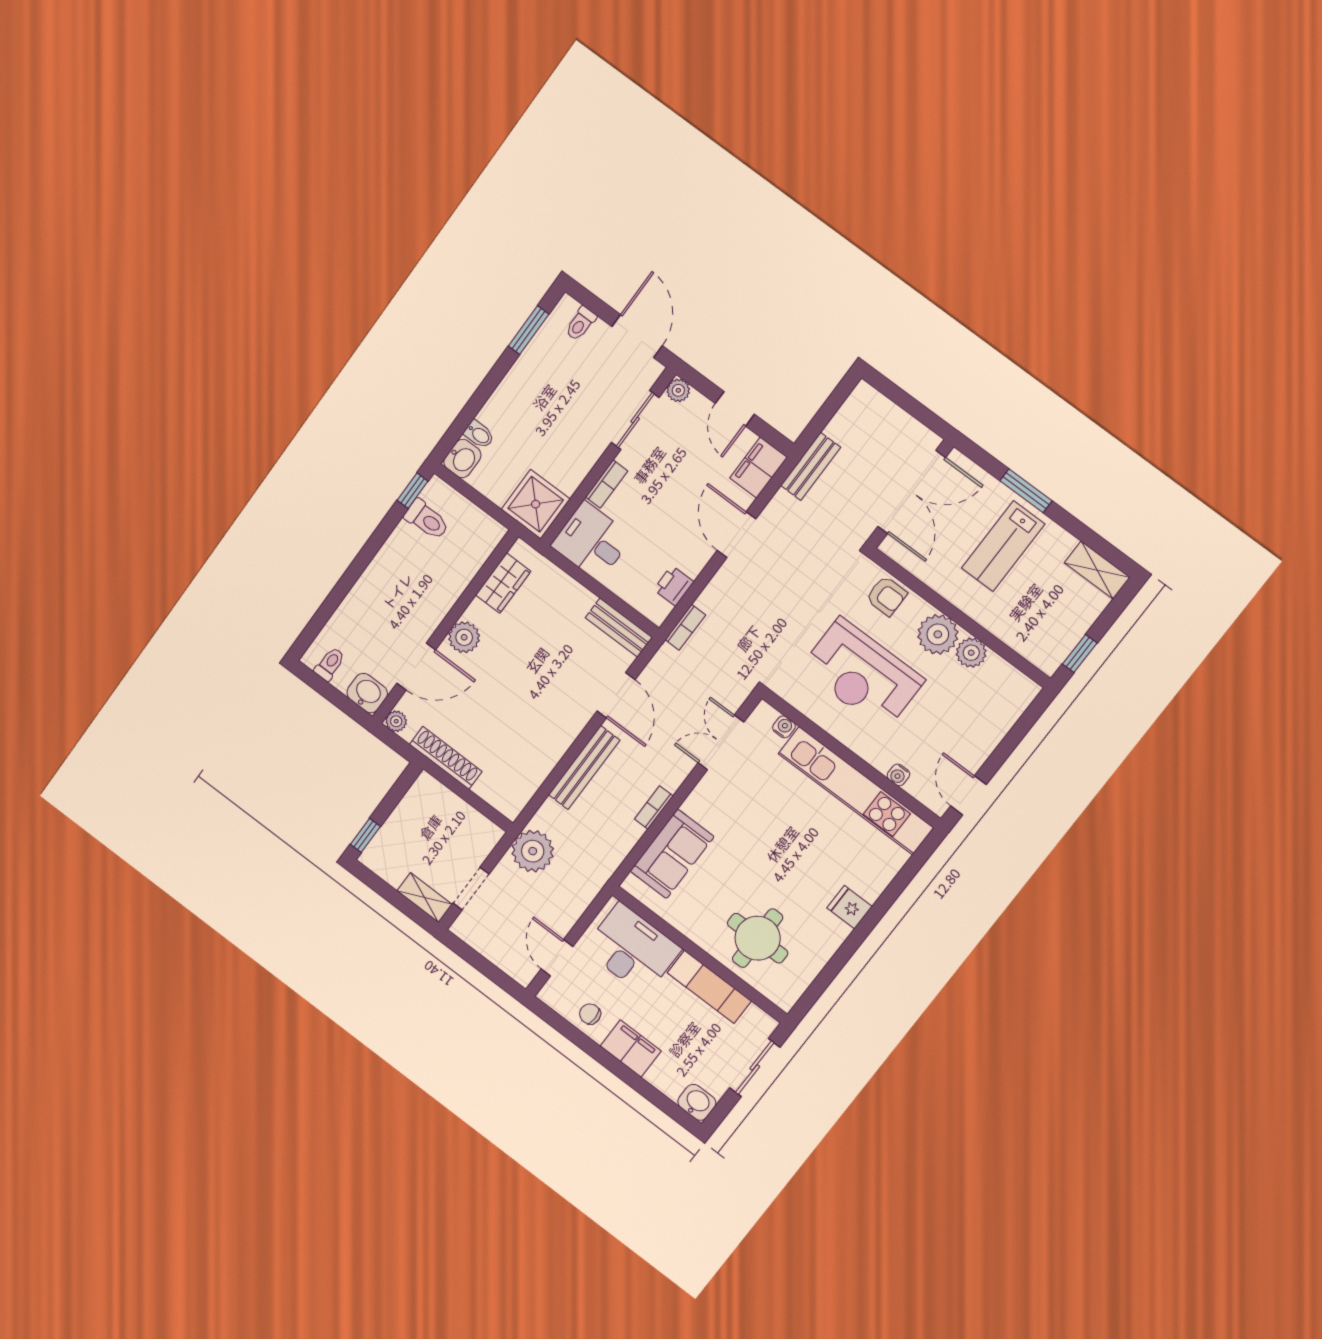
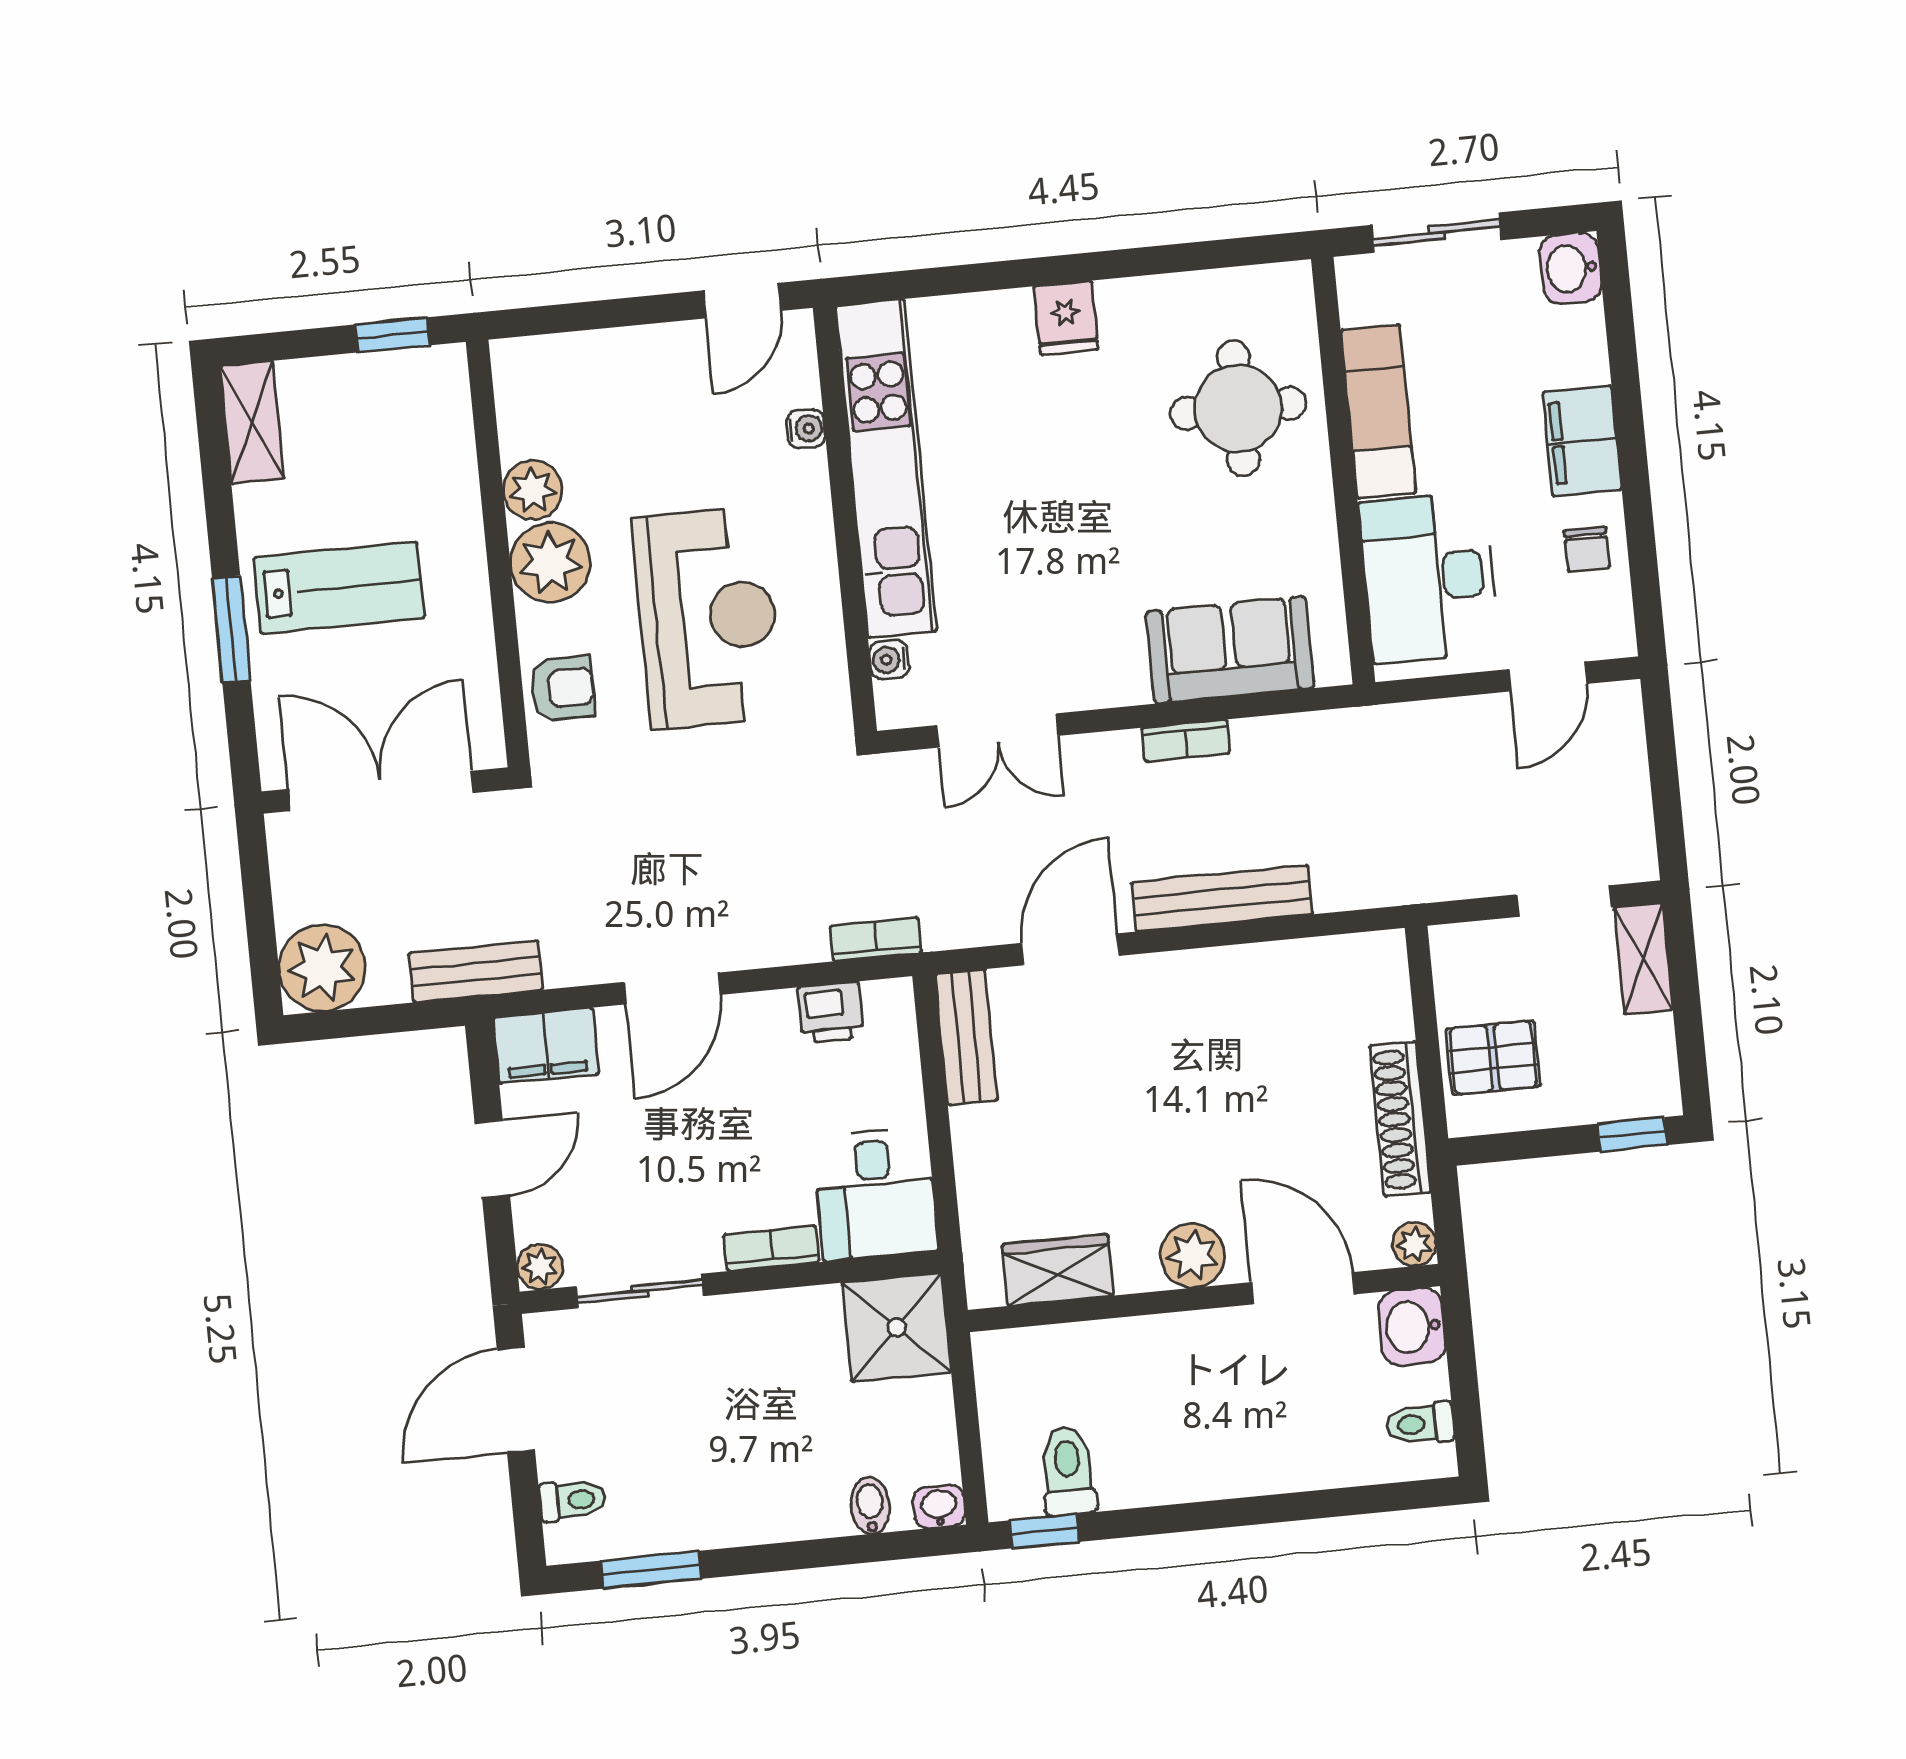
washbasin: (462, 459) -> (939, 1507), width x0.72, depth x0.69
armchair: (886, 596) -> (562, 688), turned 90
pallet: (438, 812) -> (1493, 1058), added
plant: (533, 851) -> (322, 968), moved

